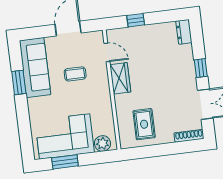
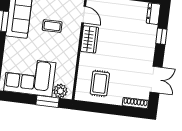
window: (201, 68) -> (161, 36), moved
window: (65, 162) -> (48, 101), moved

